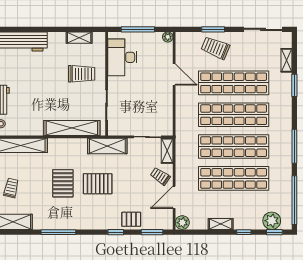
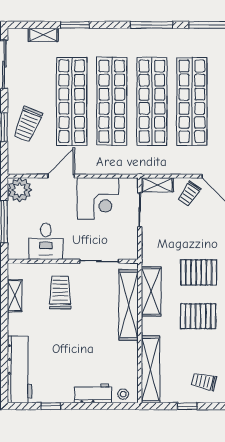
plant: (168, 37) -> (20, 190), width x1.88, depth x1.88
desk: (122, 57) -> (46, 241), width x0.73
corner desk: (156, 104) -> (98, 198), added
shelving: (107, 146) -> (151, 291), moved
pallet: (98, 184) -> (199, 272), turned 90

